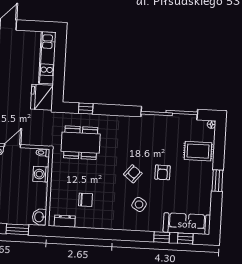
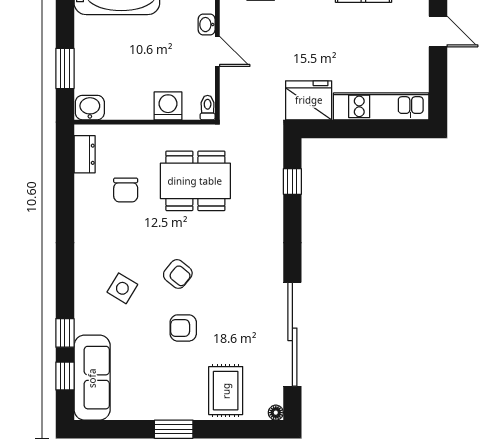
dining table: (81, 143) -> (195, 181), moved, turned 90

